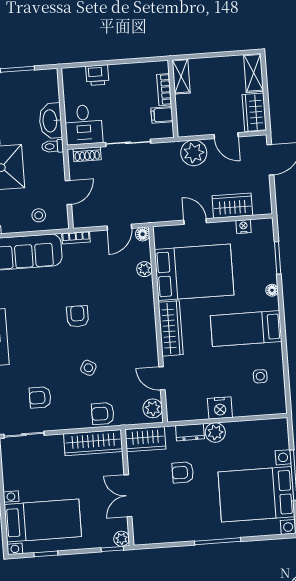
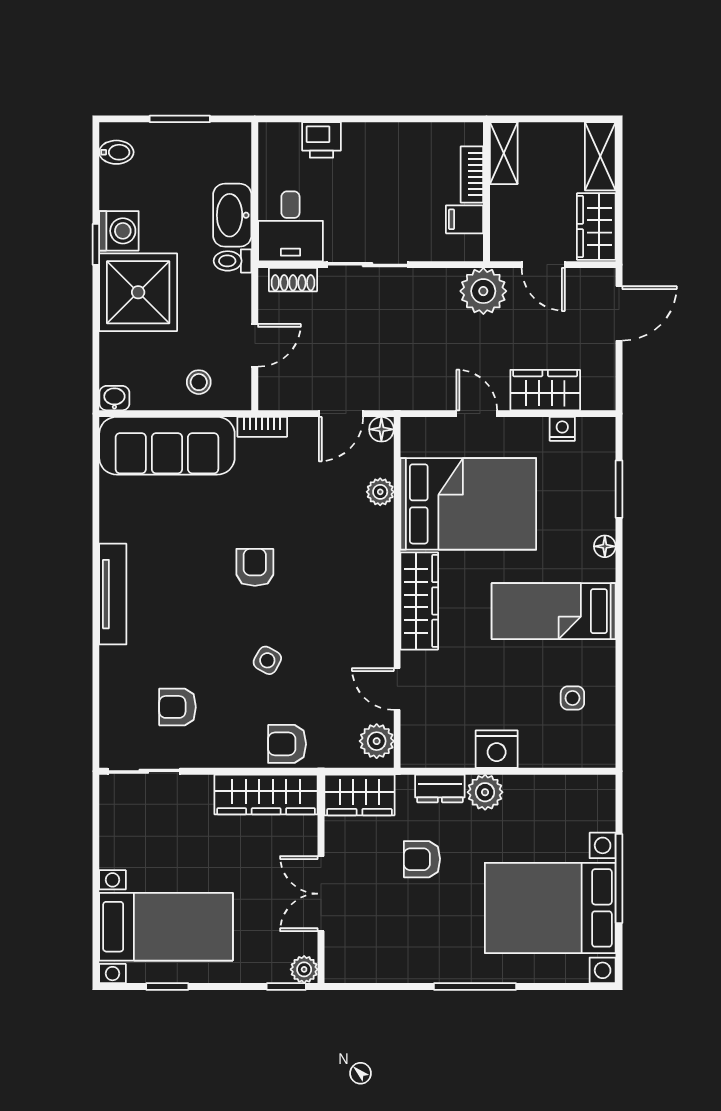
shelving: (181, 76) -> (504, 153), moved
bookcase: (164, 90) -> (472, 174), moved
wall: (173, 99) -> (487, 192), moved
filing cabinet: (162, 115) -> (465, 219), moved

